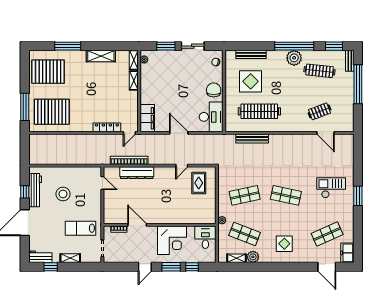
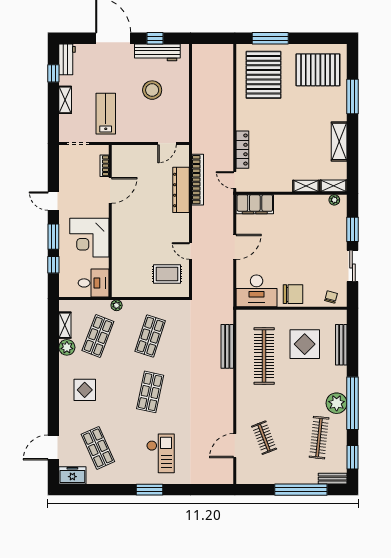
pallet: (48, 72) -> (318, 70), turned 90
shop shelf: (245, 195) -> (150, 336), turned 30

